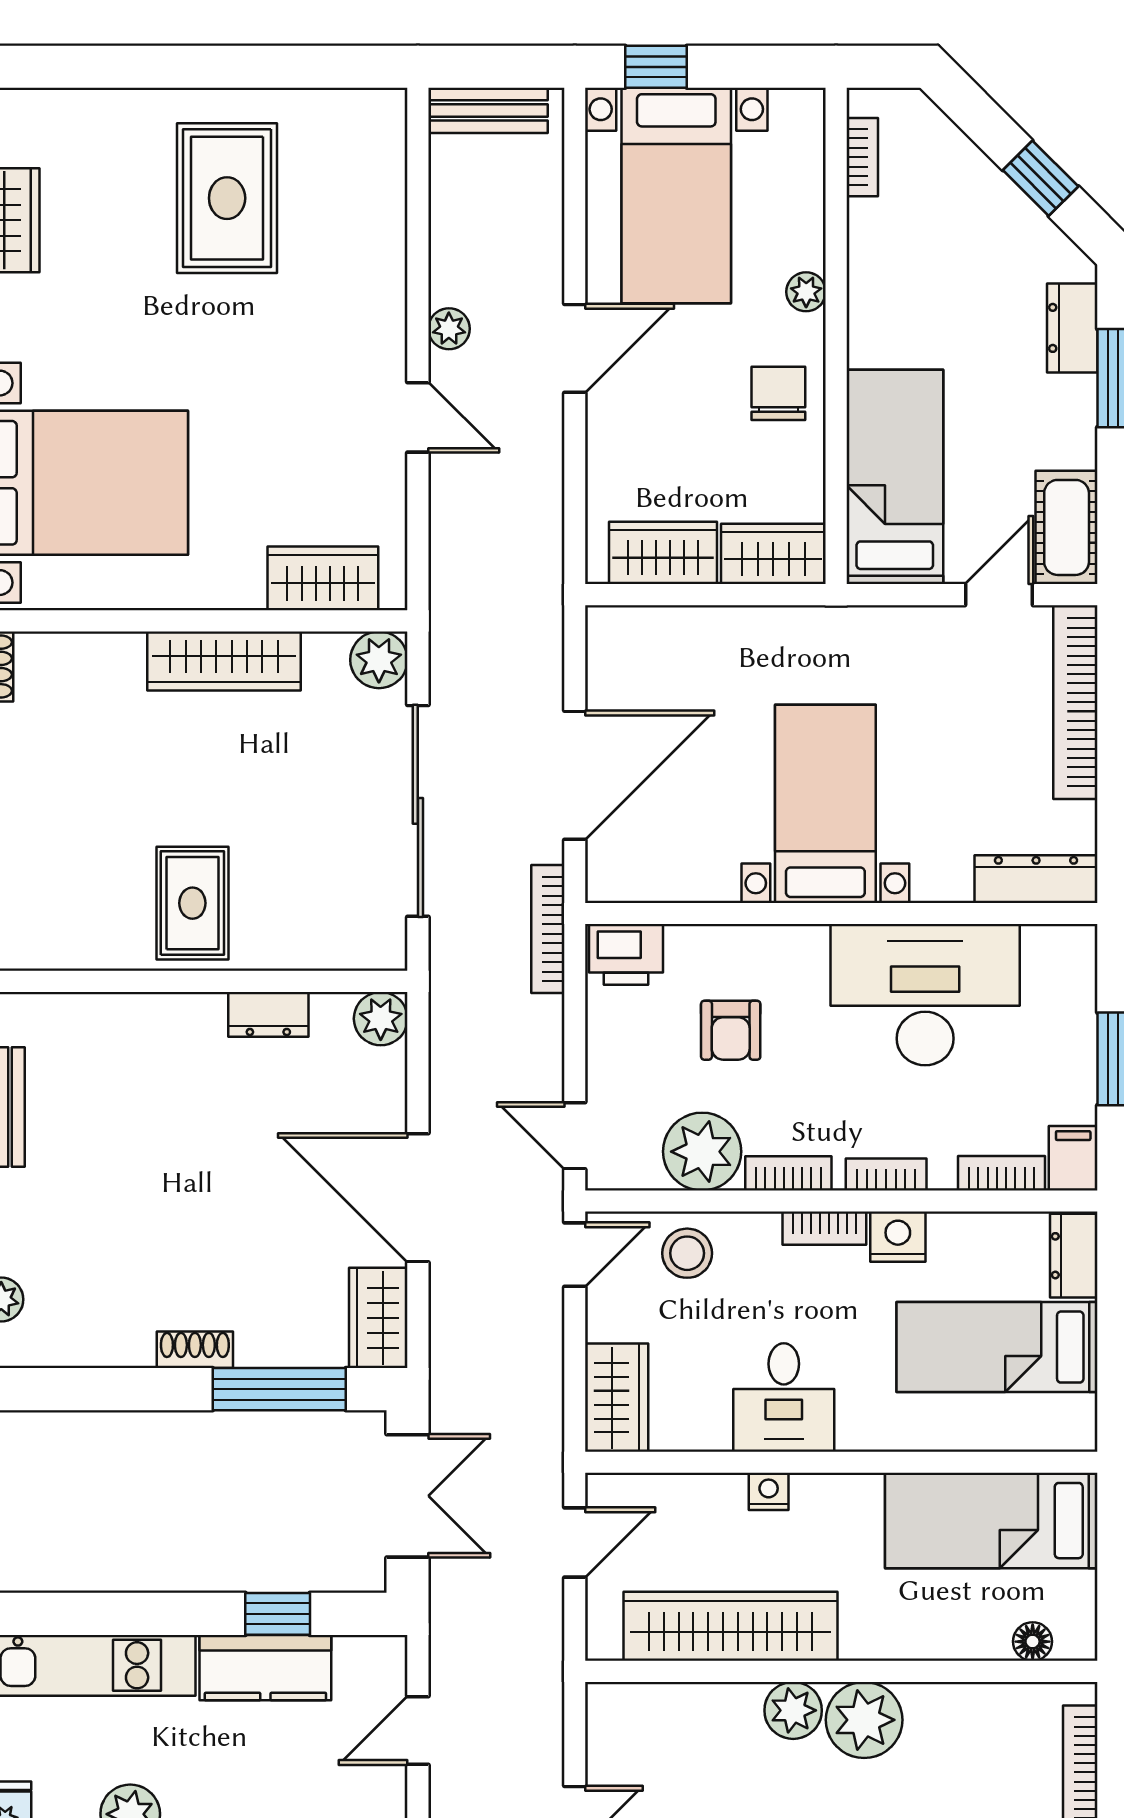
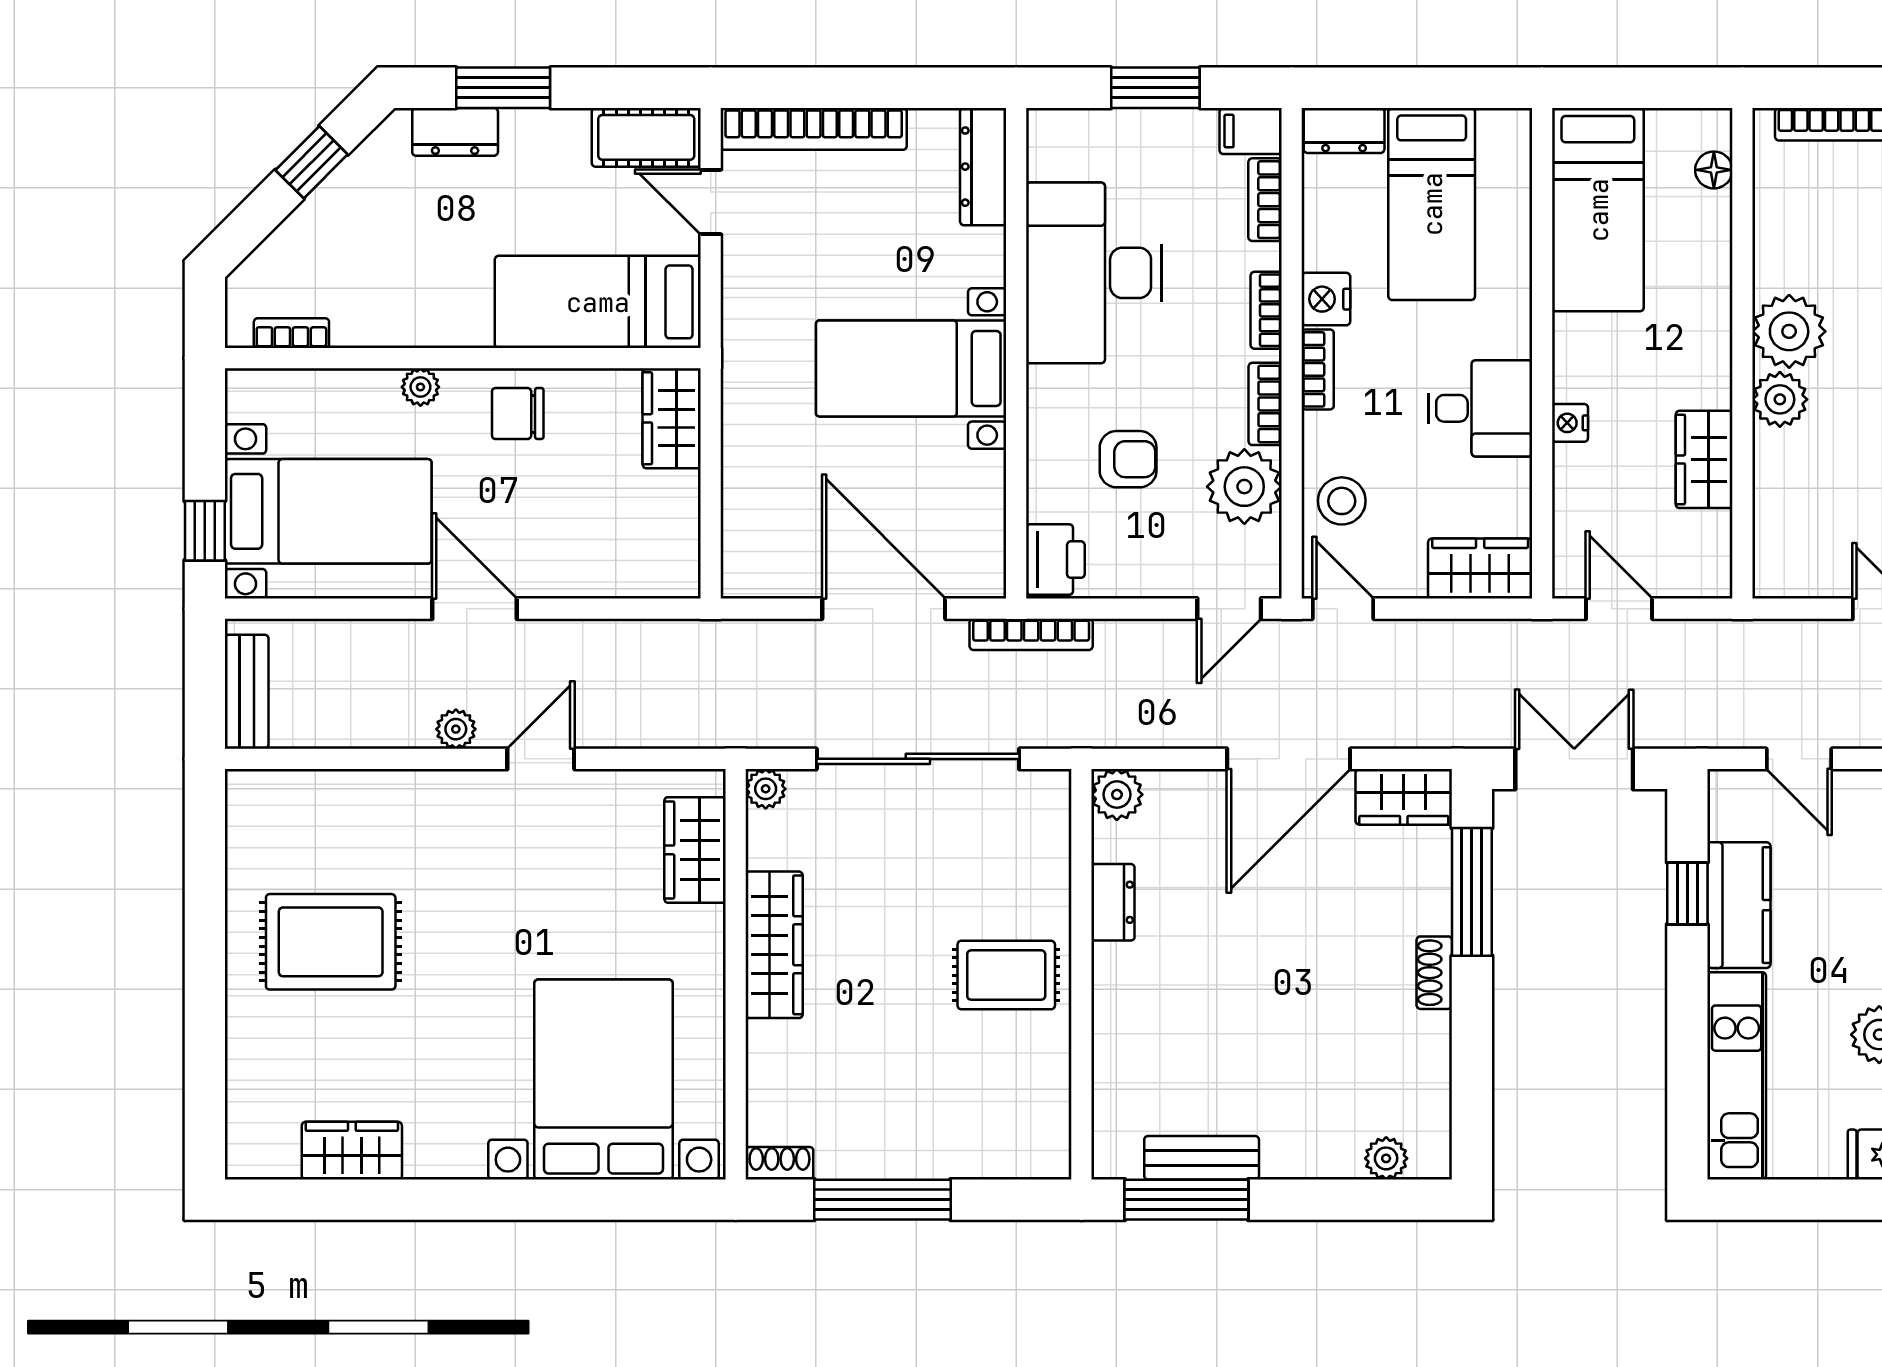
wardrobe: (663, 553) -> (671, 524), removed
plant: (379, 660) -> (766, 789), width x0.73, depth x0.73
wardrobe: (730, 1626) -> (1704, 459), width x0.48, depth x0.85

